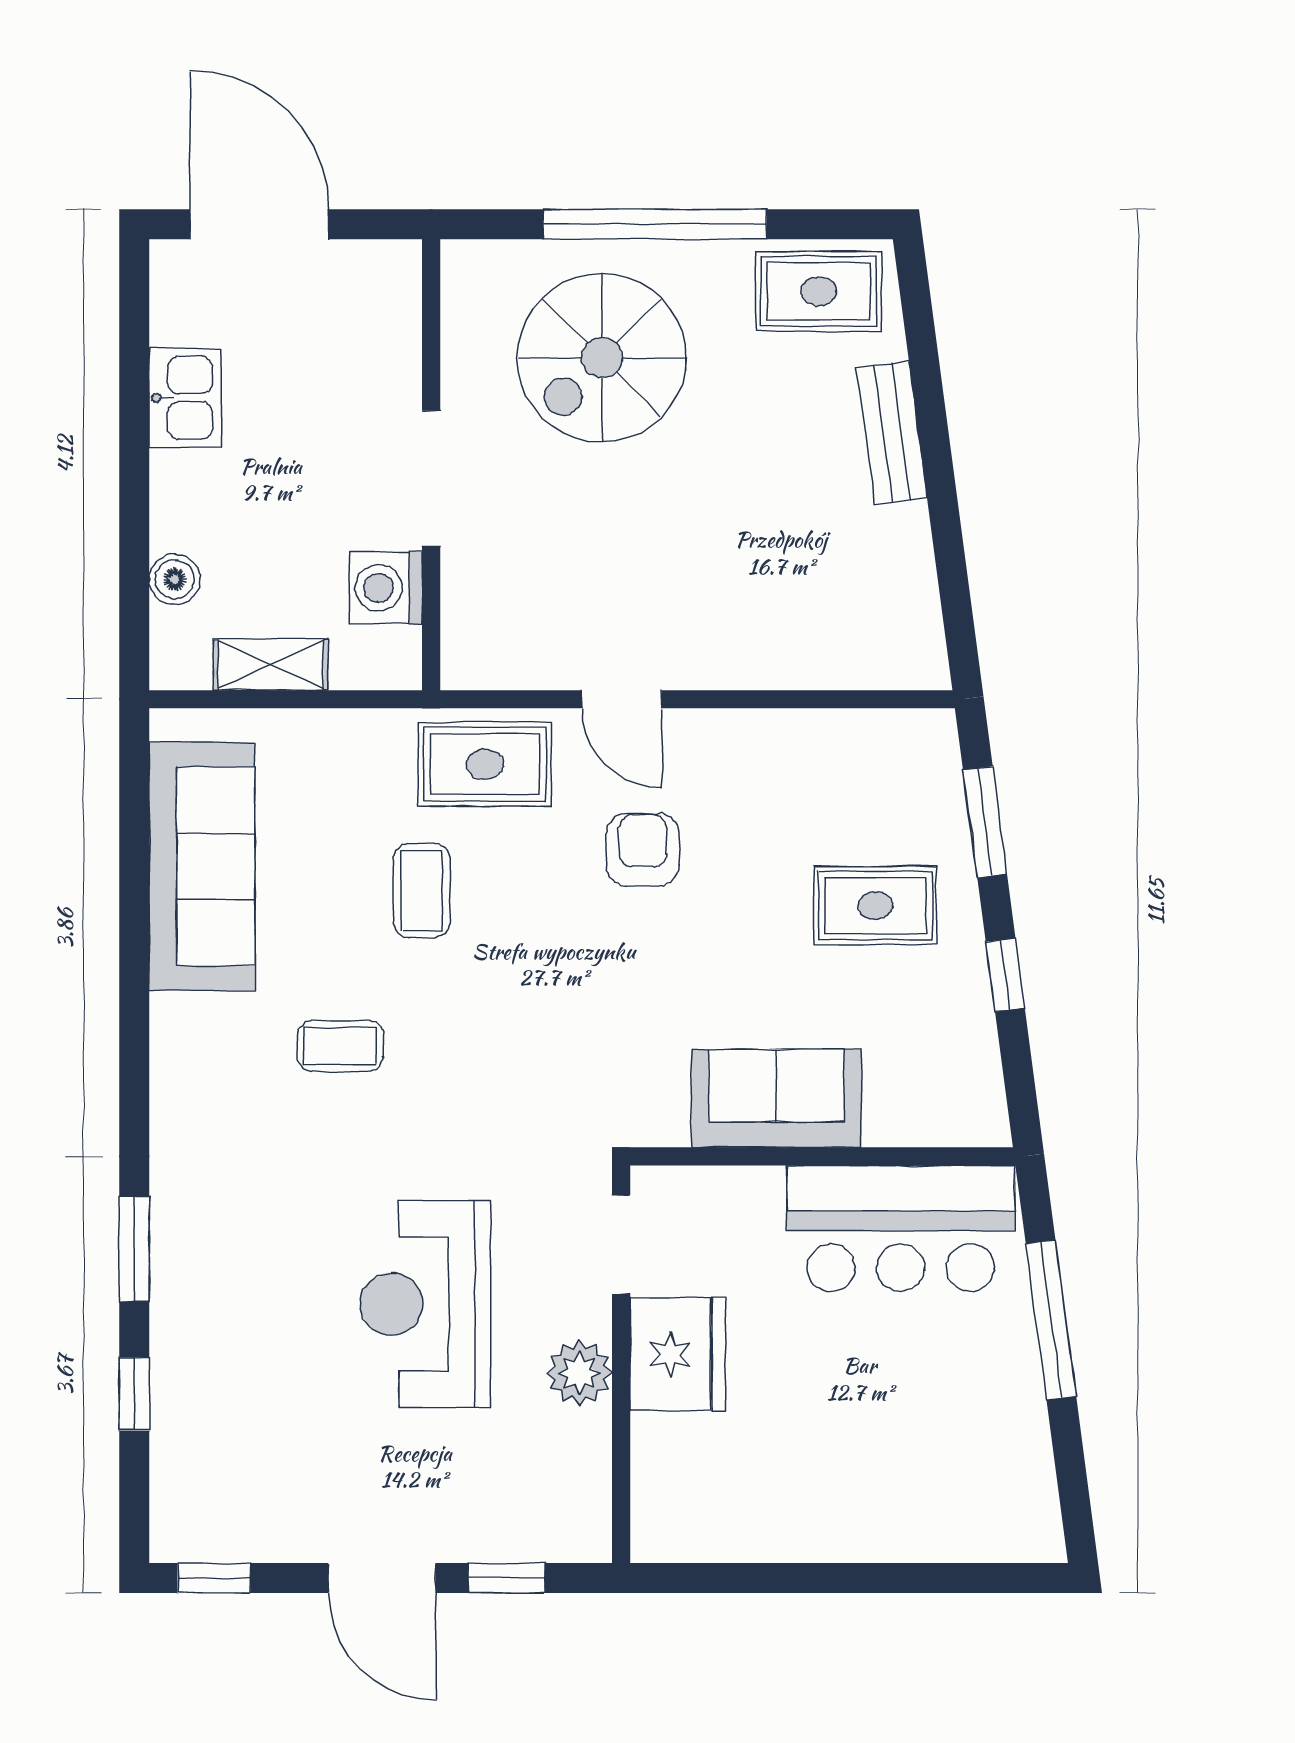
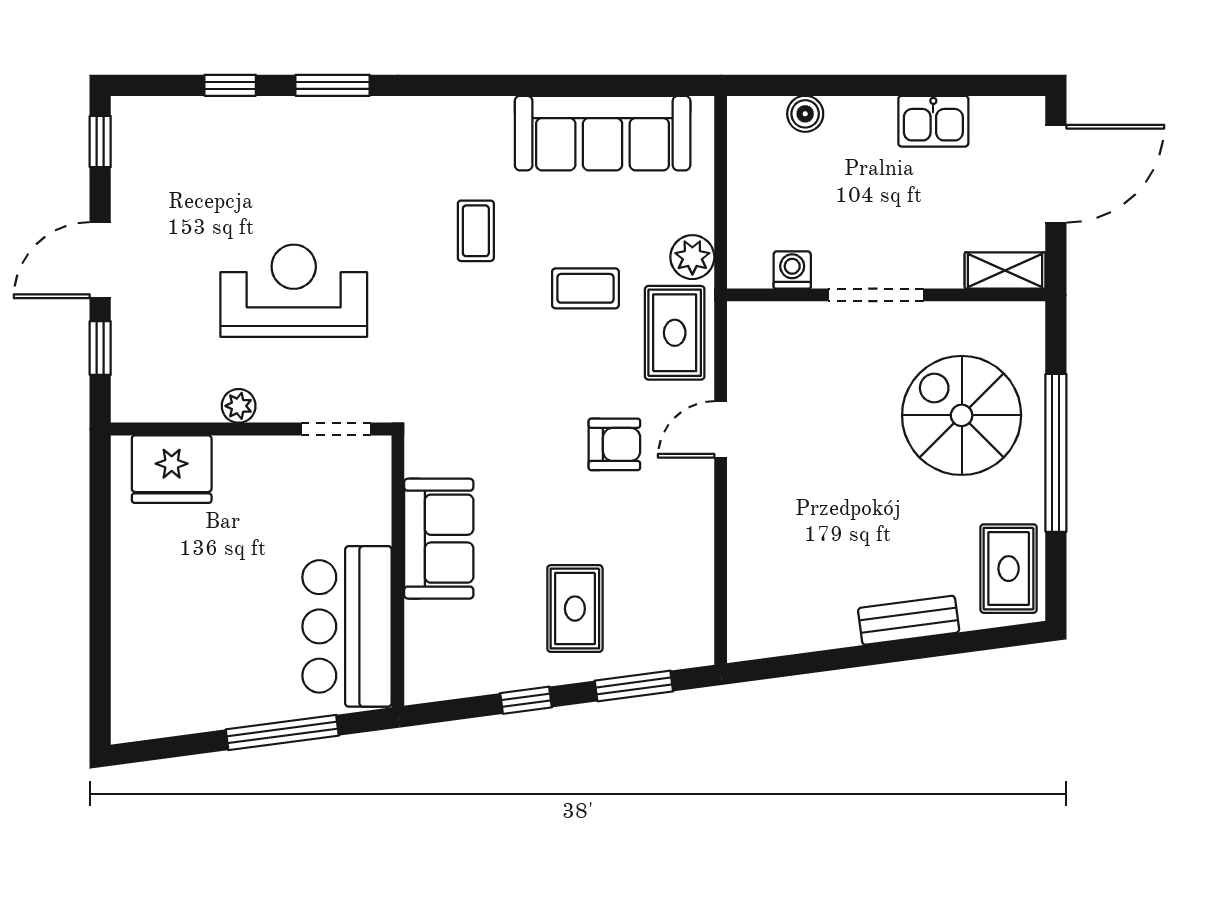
washing machine: (386, 588) -> (792, 270), width x0.73, depth x0.73
shelving: (271, 665) -> (1005, 270), moved, turned 90
plant: (378, 739) -> (692, 257), added
fridge: (678, 1354) -> (172, 469), moved
plant: (579, 1373) -> (239, 406), width x0.73, depth x0.73

